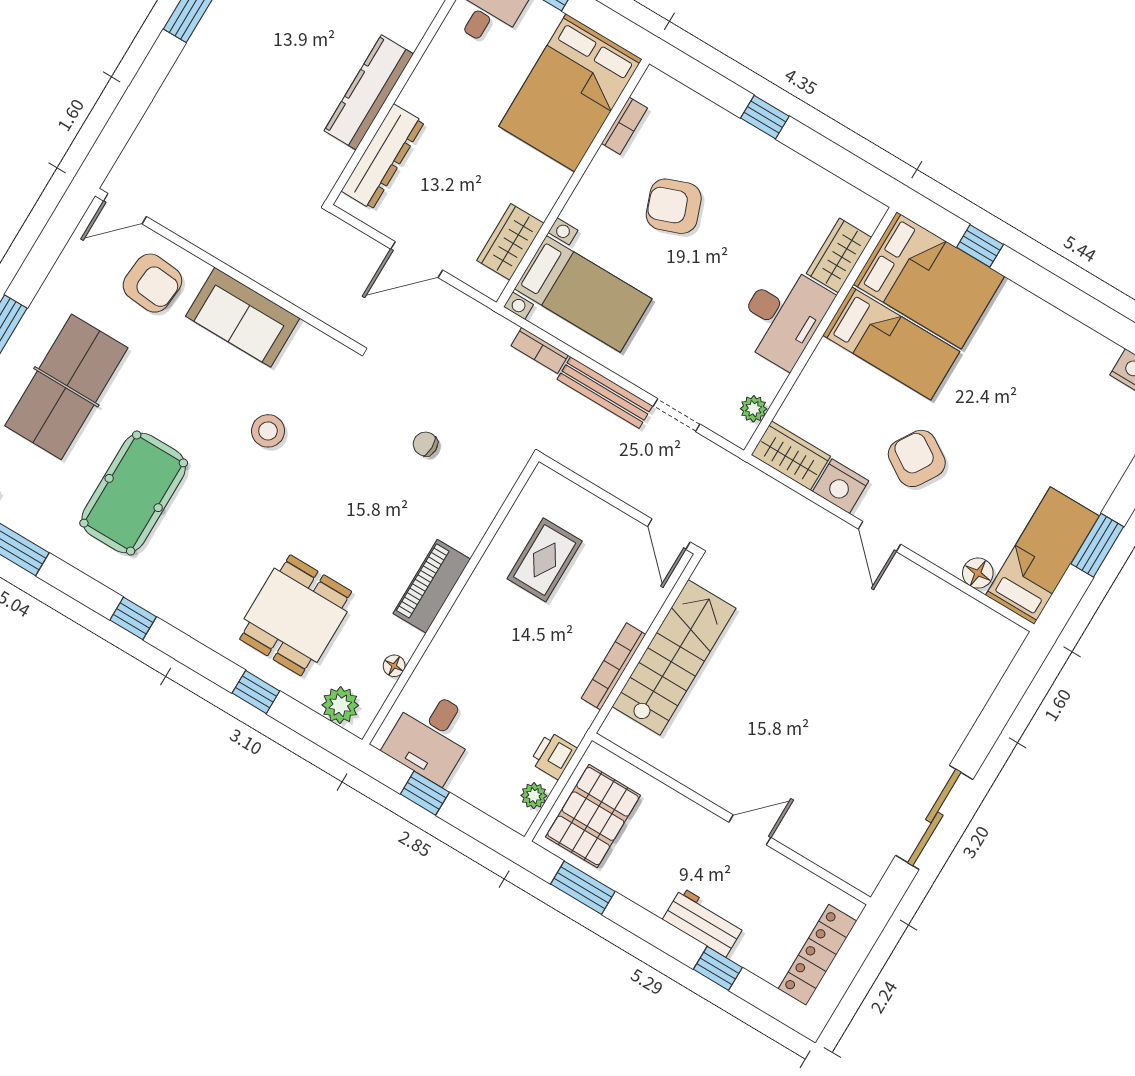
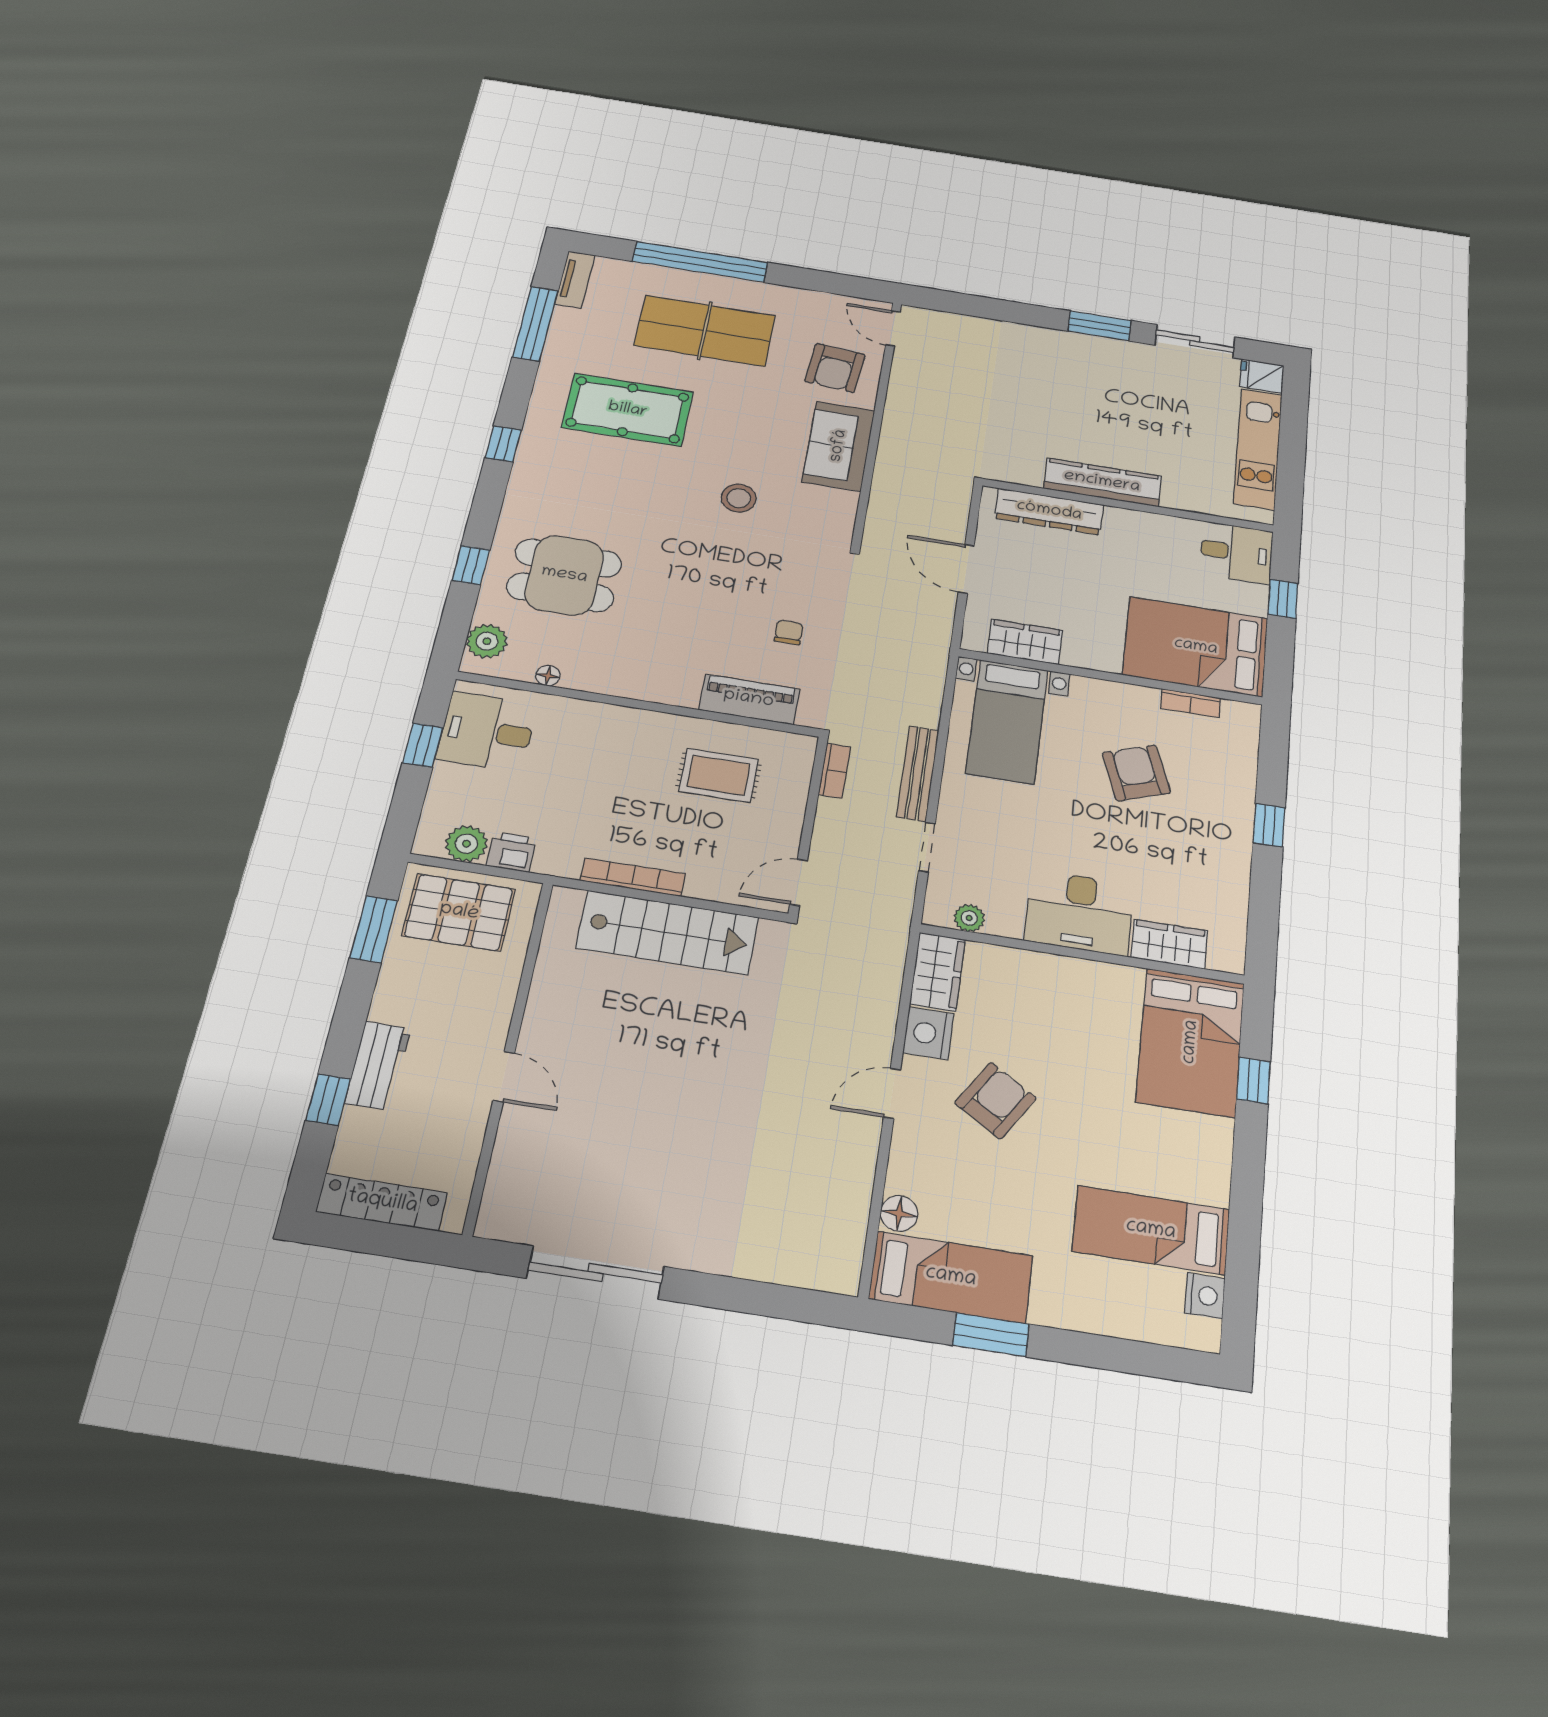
bed: (891, 343) -> (1151, 1230), moved, turned 90
bookcase: (540, 350) -> (834, 771), moved, turned 180
piano: (432, 586) -> (749, 699), moved
plant: (534, 796) -> (466, 844), width x1.38, depth x1.38

